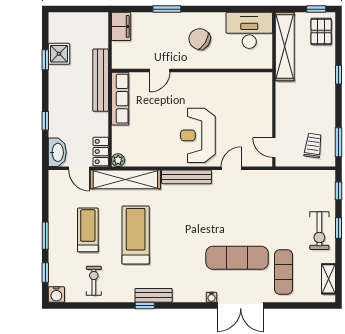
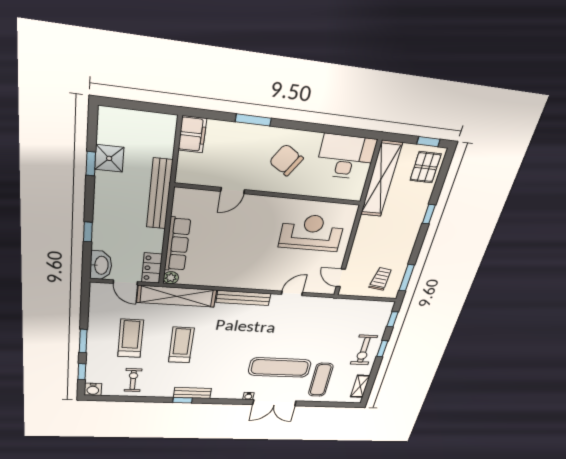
row of seats: (120, 99) -> (177, 244), moved
reception desk: (198, 135) -> (312, 233), moved, turned 90
treadmill: (136, 235) -> (181, 345), width x0.73, depth x0.73

